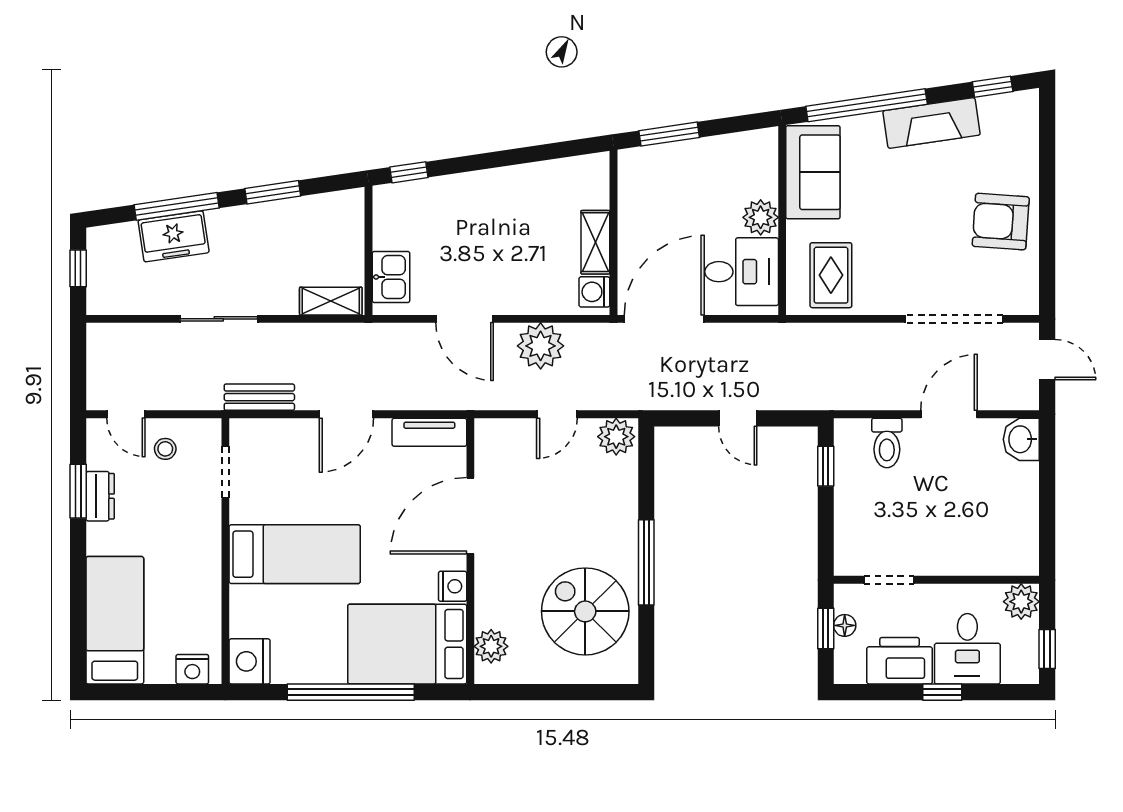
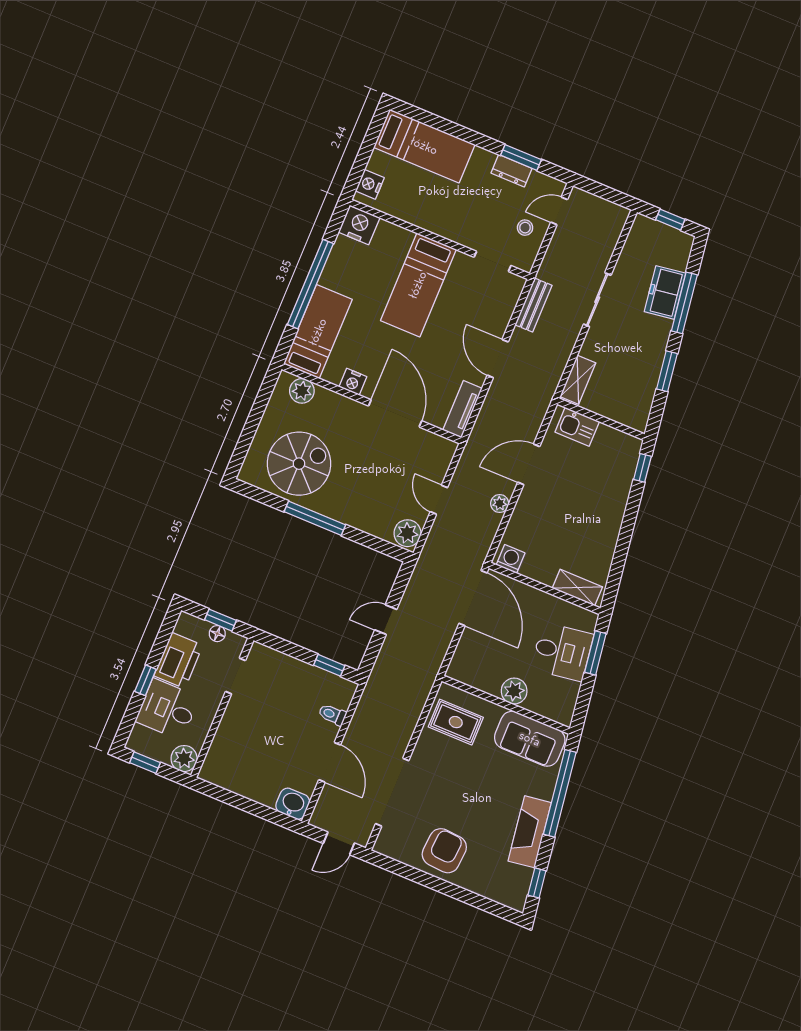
shelving: (595, 242) -> (577, 588), moved
desk: (742, 272) -> (562, 652), moved, turned -98
plant: (541, 346) -> (500, 504), width x0.53, depth x0.53
toilet: (887, 443) -> (332, 715), width x0.73, depth x0.72
bed: (407, 644) -> (318, 332), width x0.67

